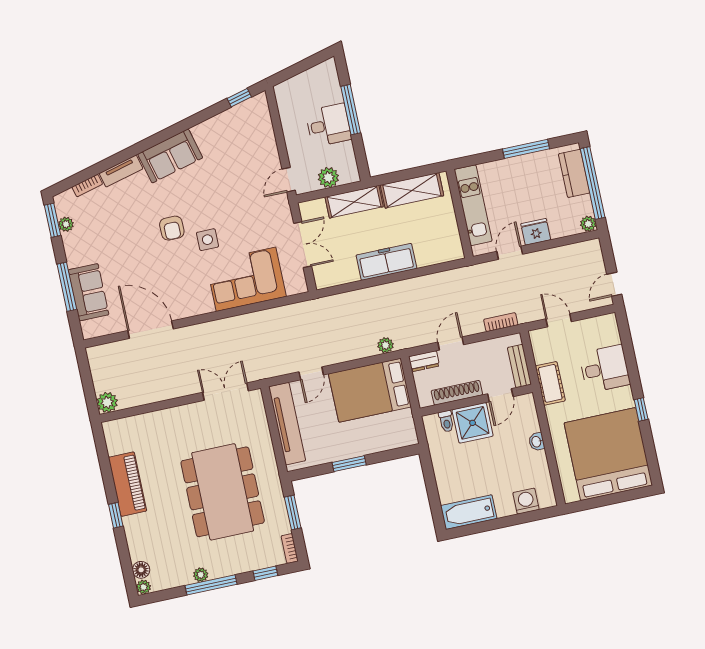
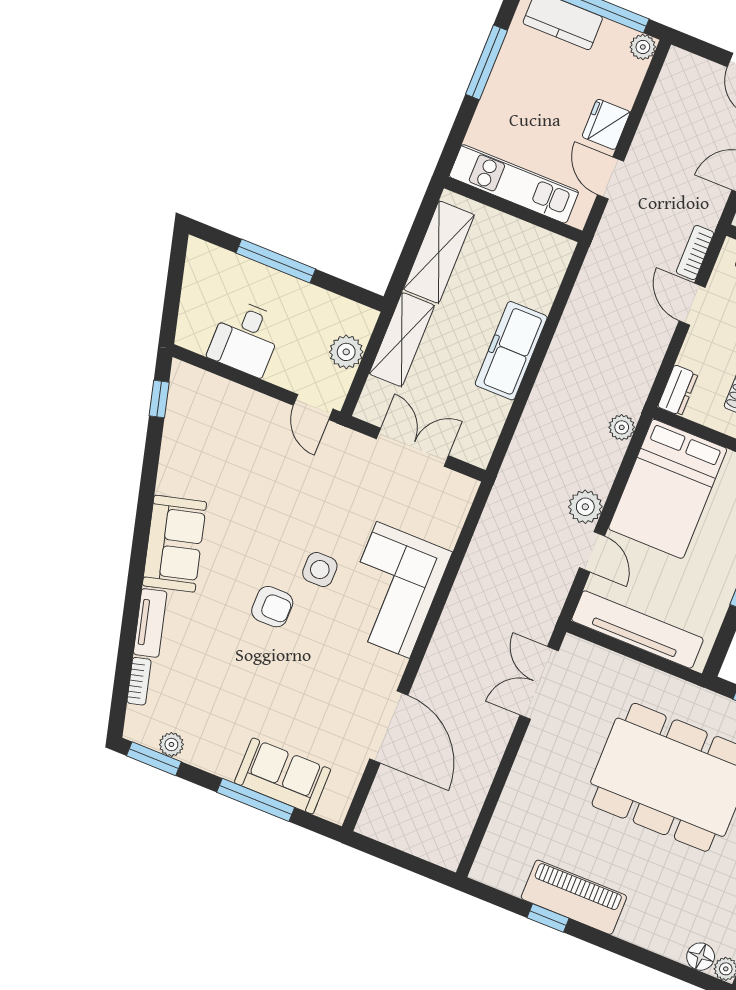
desk: (328, 125) -> (246, 338), moved, turned 180
corner sofa: (246, 279) -> (393, 590), moved
door: (151, 330) -> (389, 727), swing flipped
door: (451, 343) -> (692, 304), moved
plant: (107, 402) -> (585, 507), moved
window: (116, 515) -> (548, 918), moved

